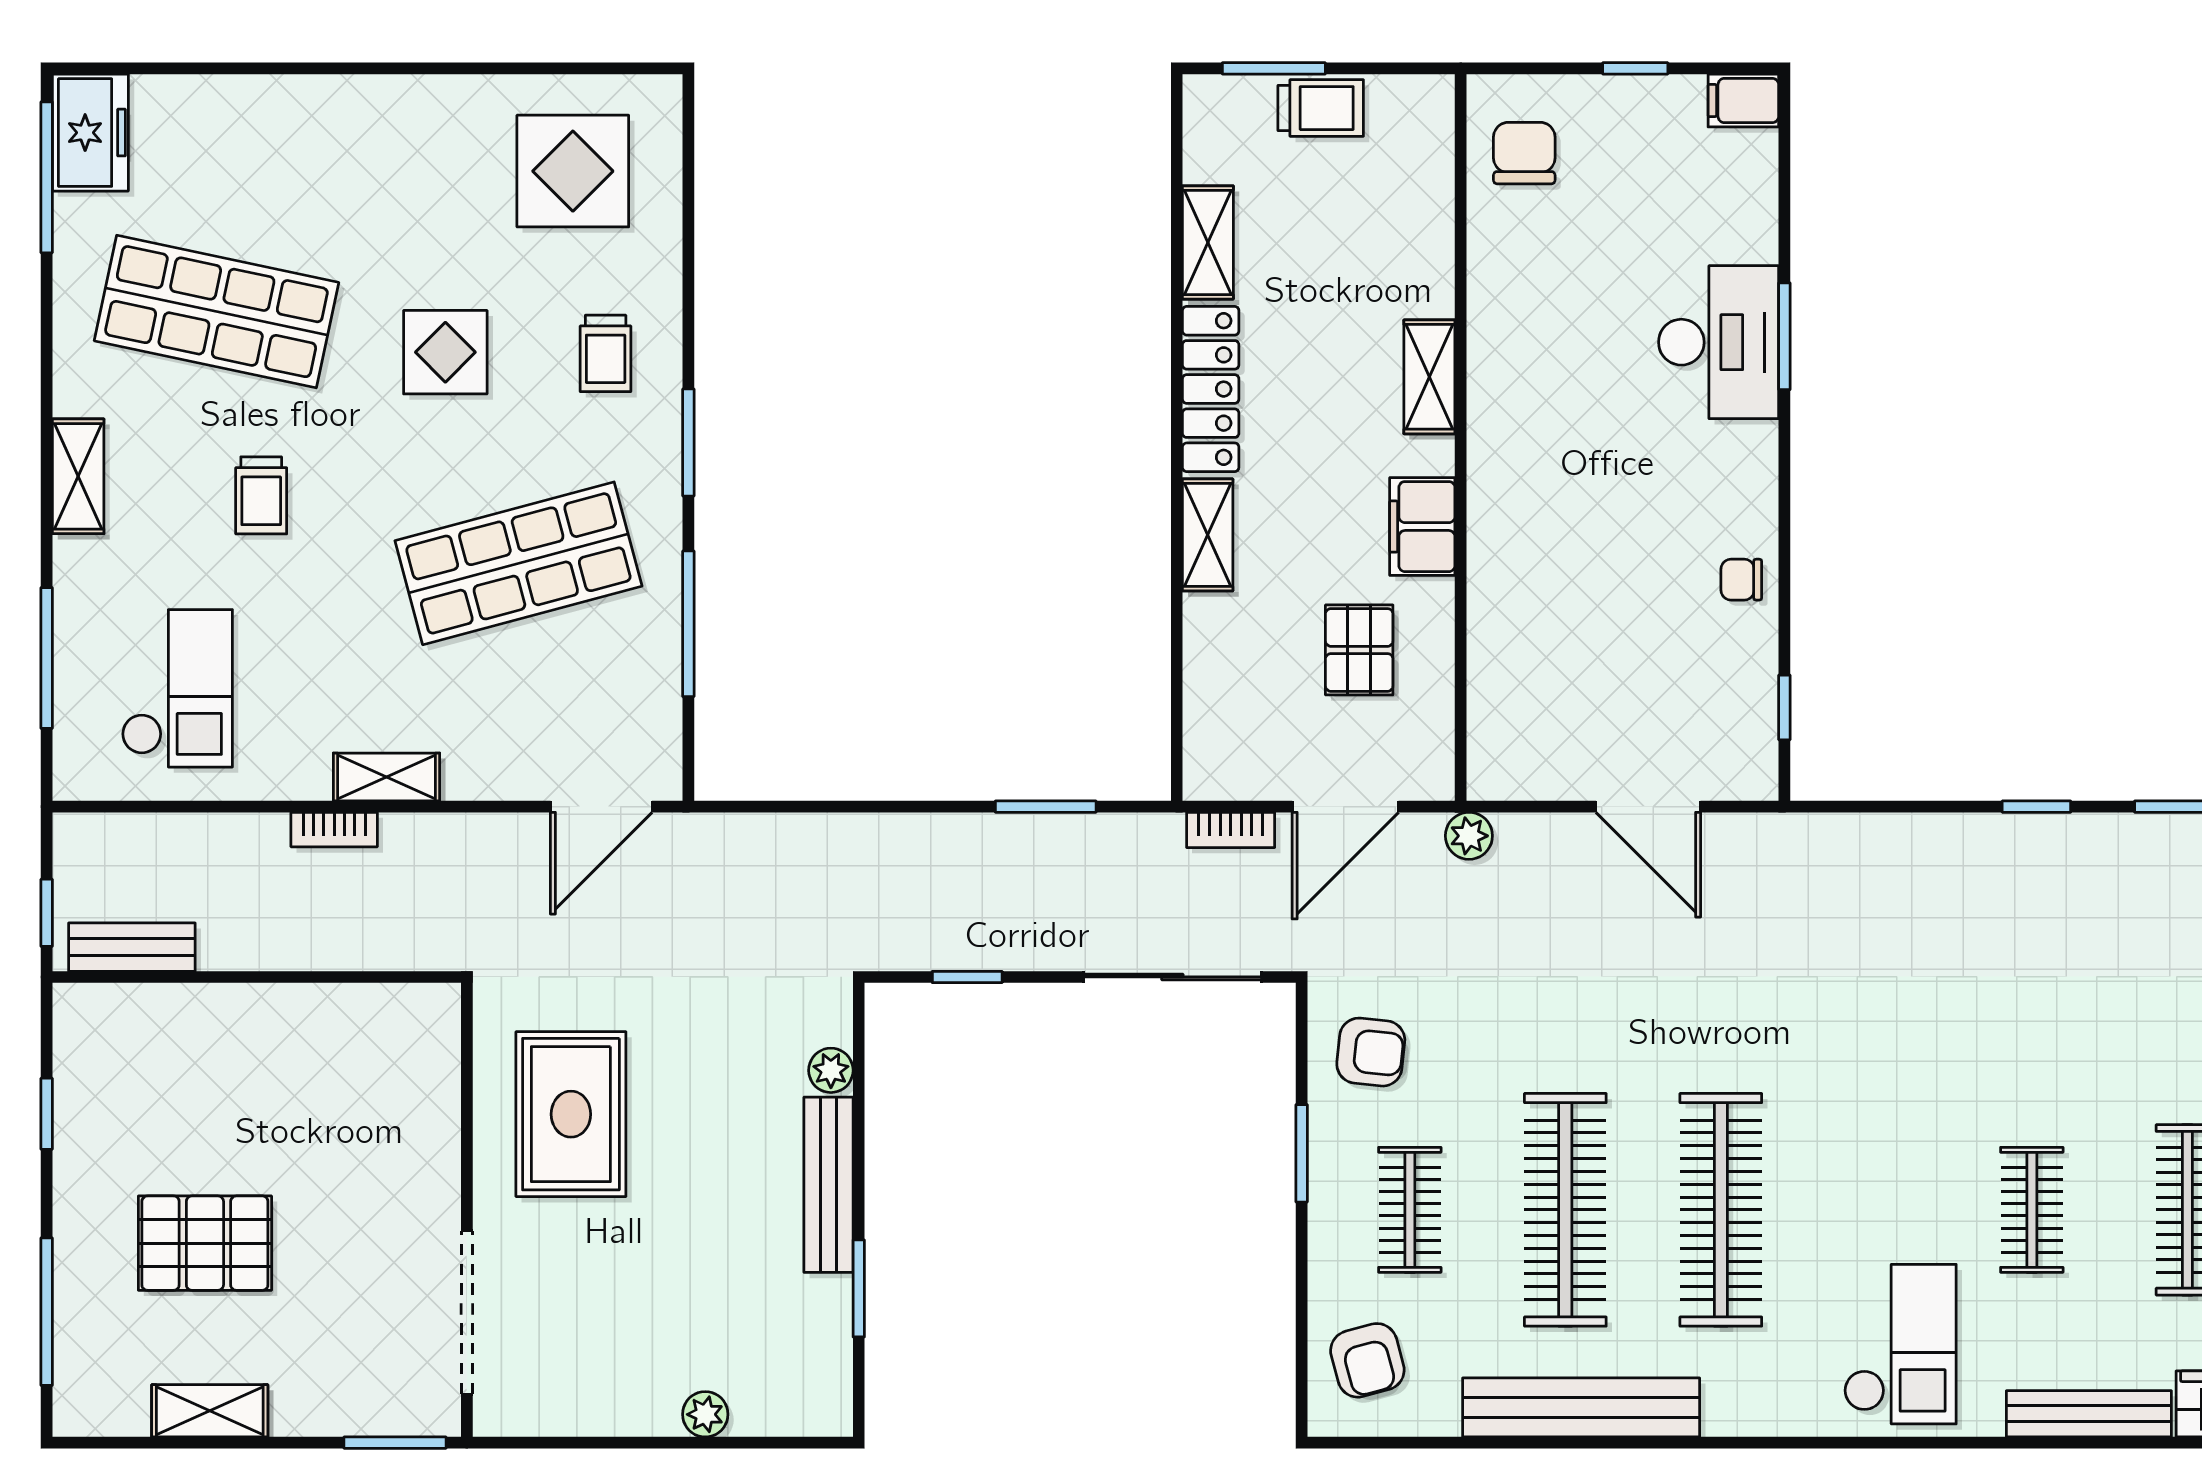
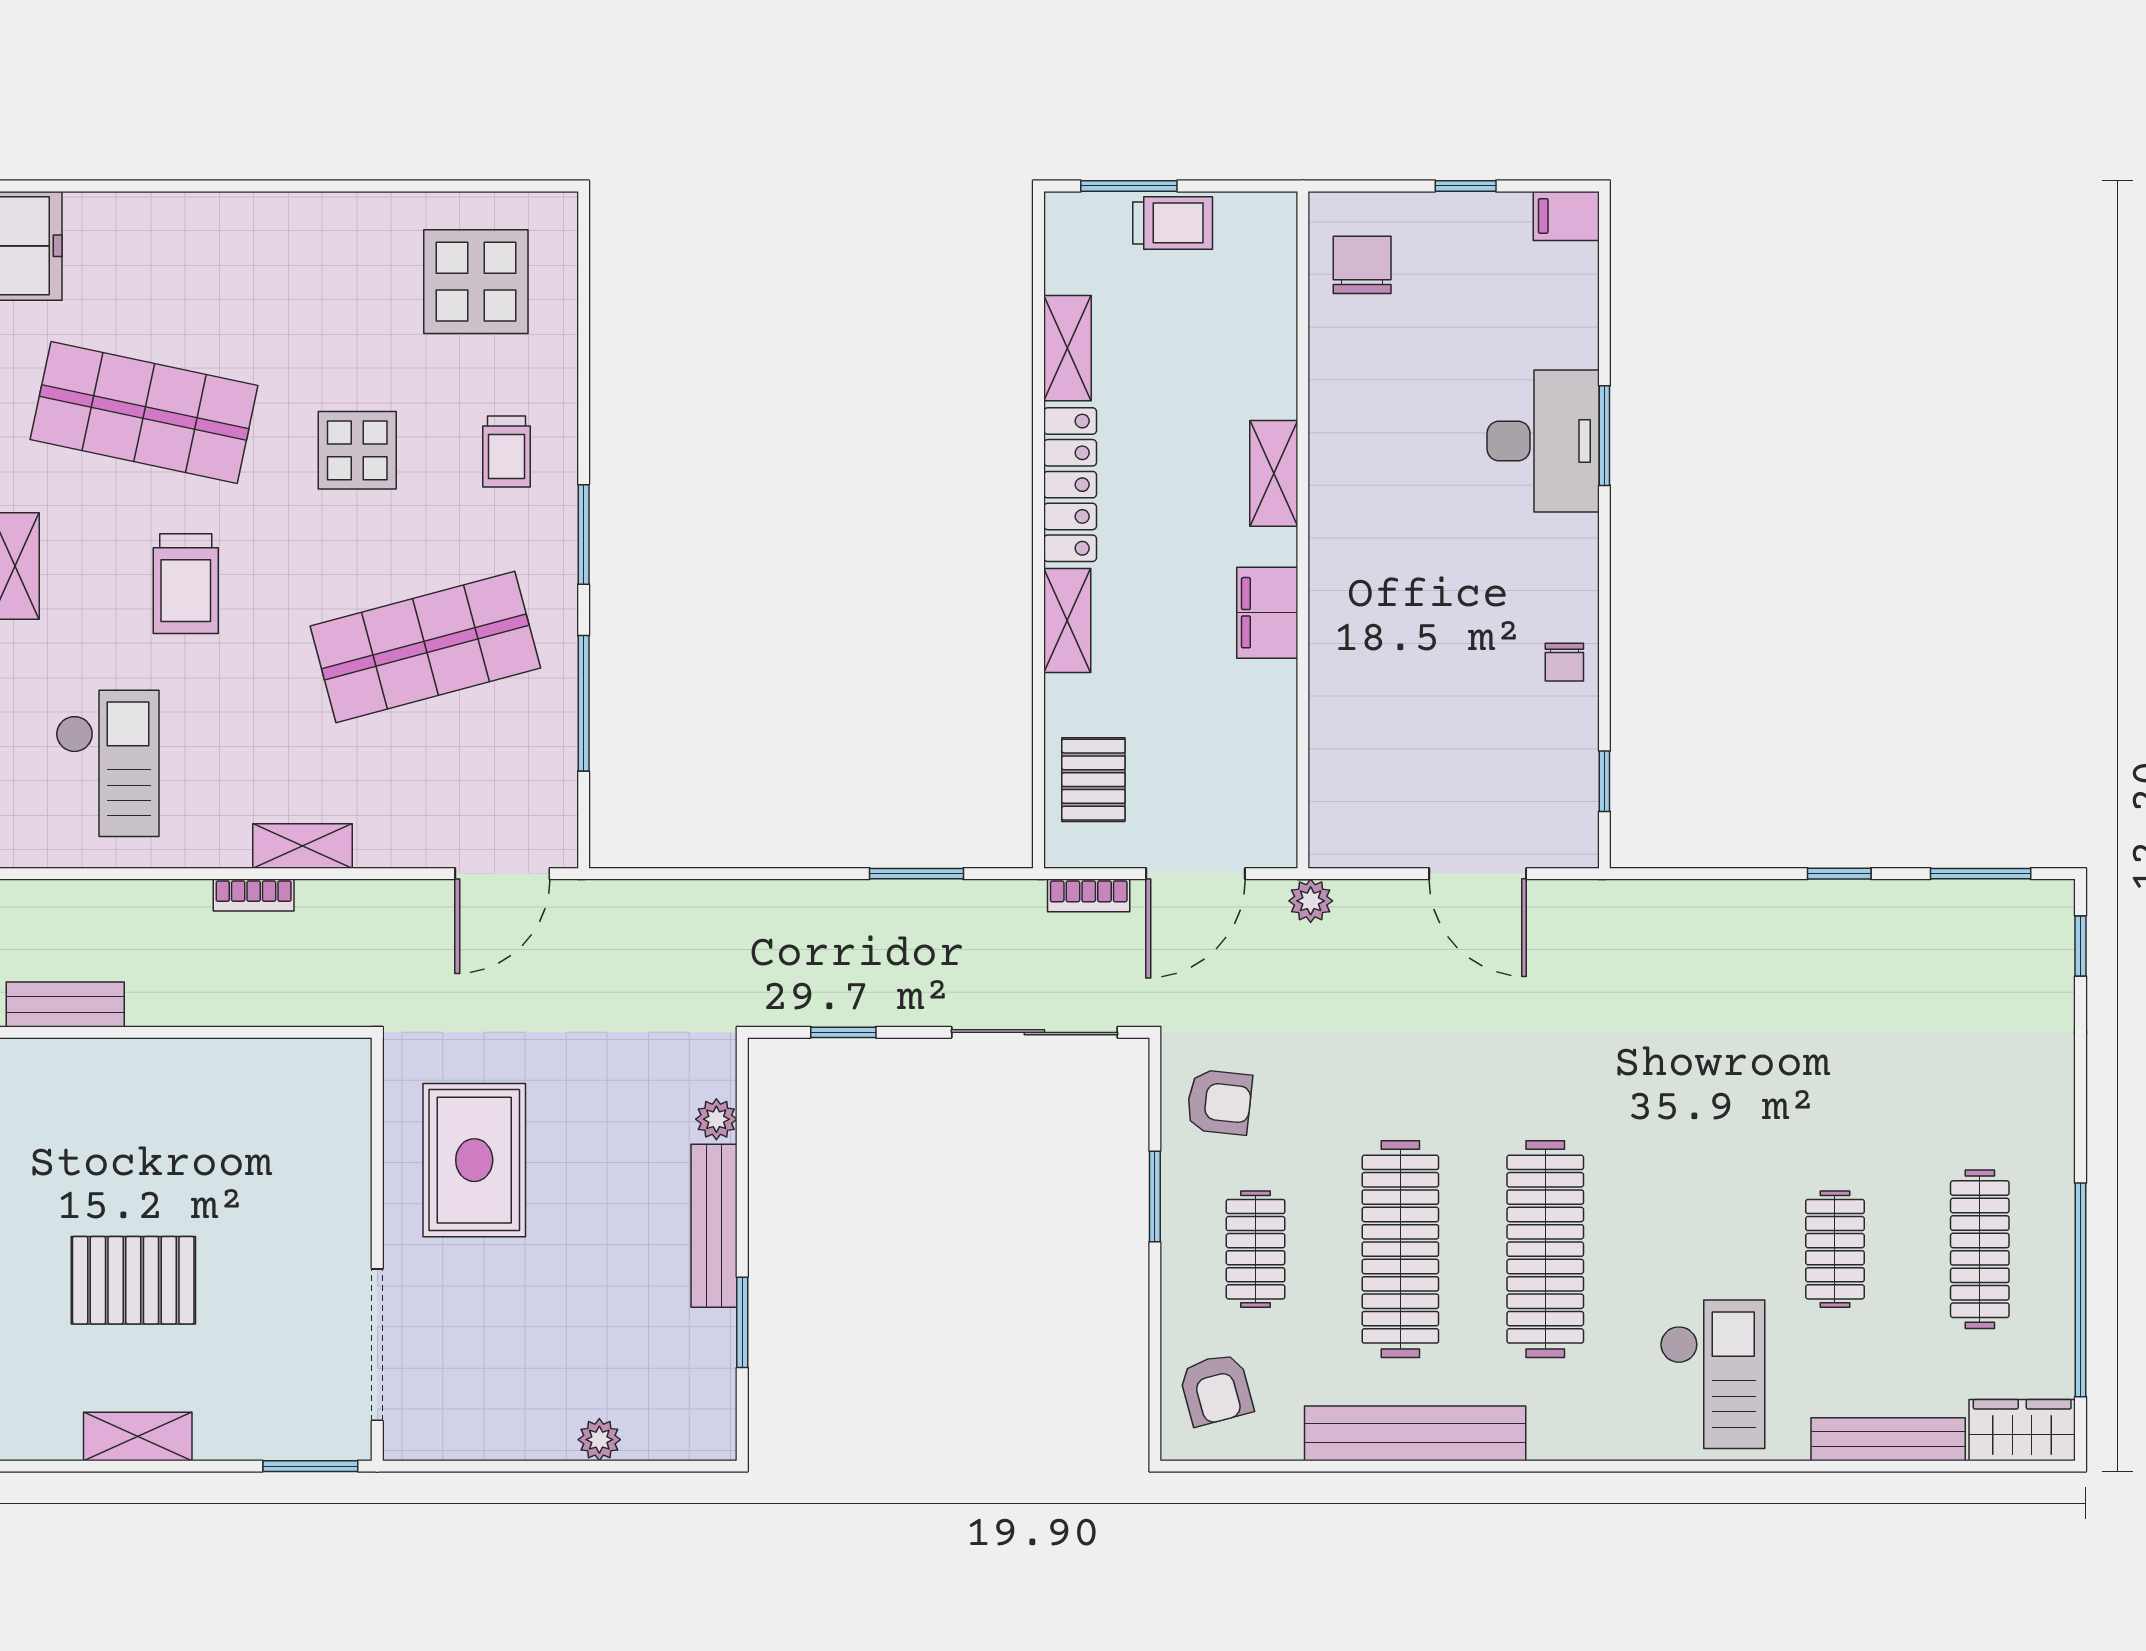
trolley: (261, 495) -> (186, 584), width x1.36, depth x1.39
chair: (1741, 580) -> (1564, 662), turned -90
pallet: (1359, 650) -> (1093, 780), moved

